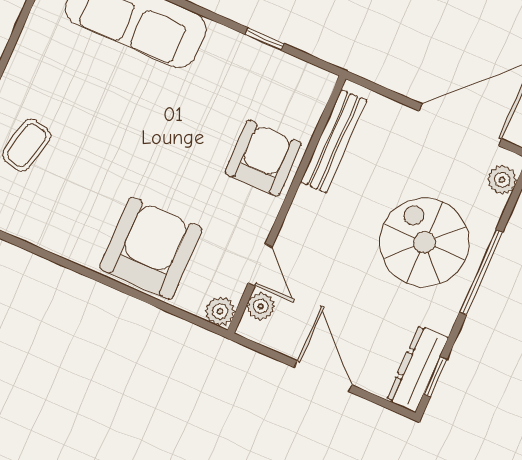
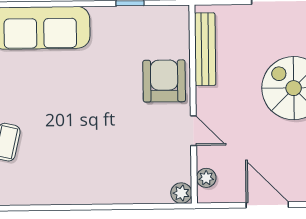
armchair: (151, 248) -> (118, 172), removed
door: (260, 265) -> (193, 131), moved

